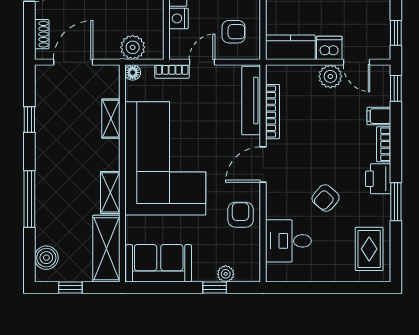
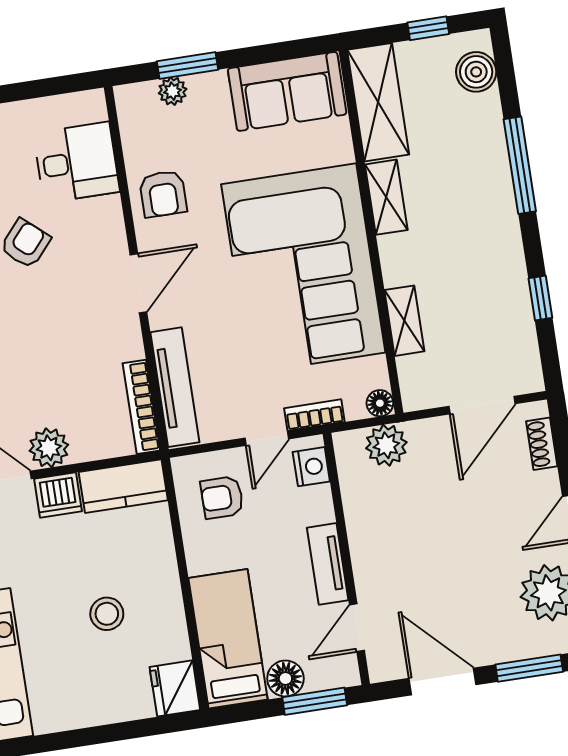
nightstand: (178, 18) -> (311, 467), moved
bookcase: (272, 112) -> (141, 407), moved
window: (215, 287) -> (188, 65), width x1.50

